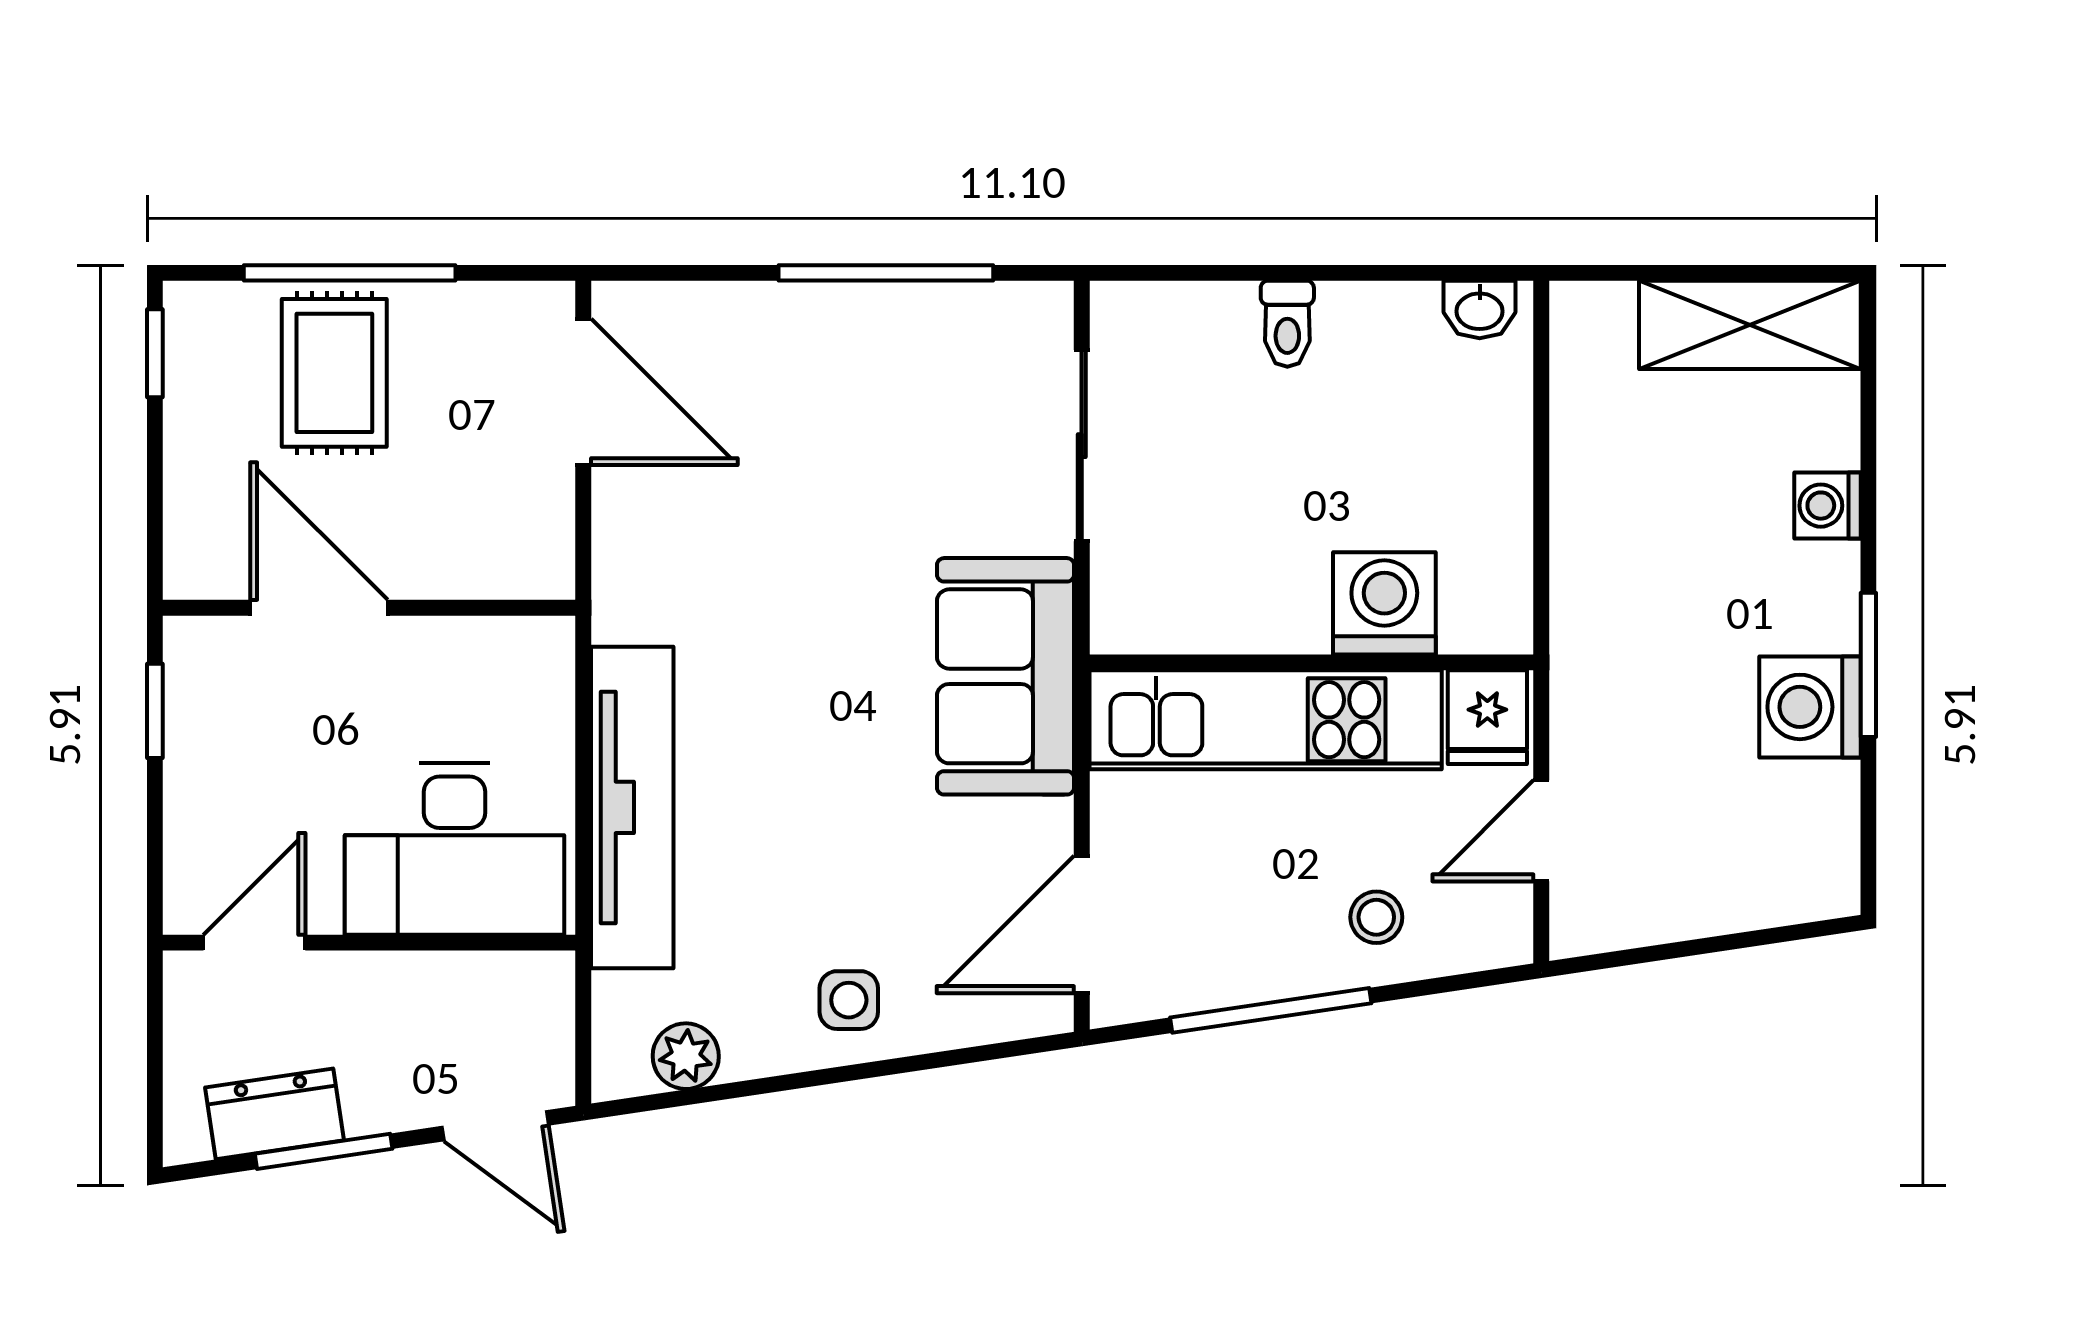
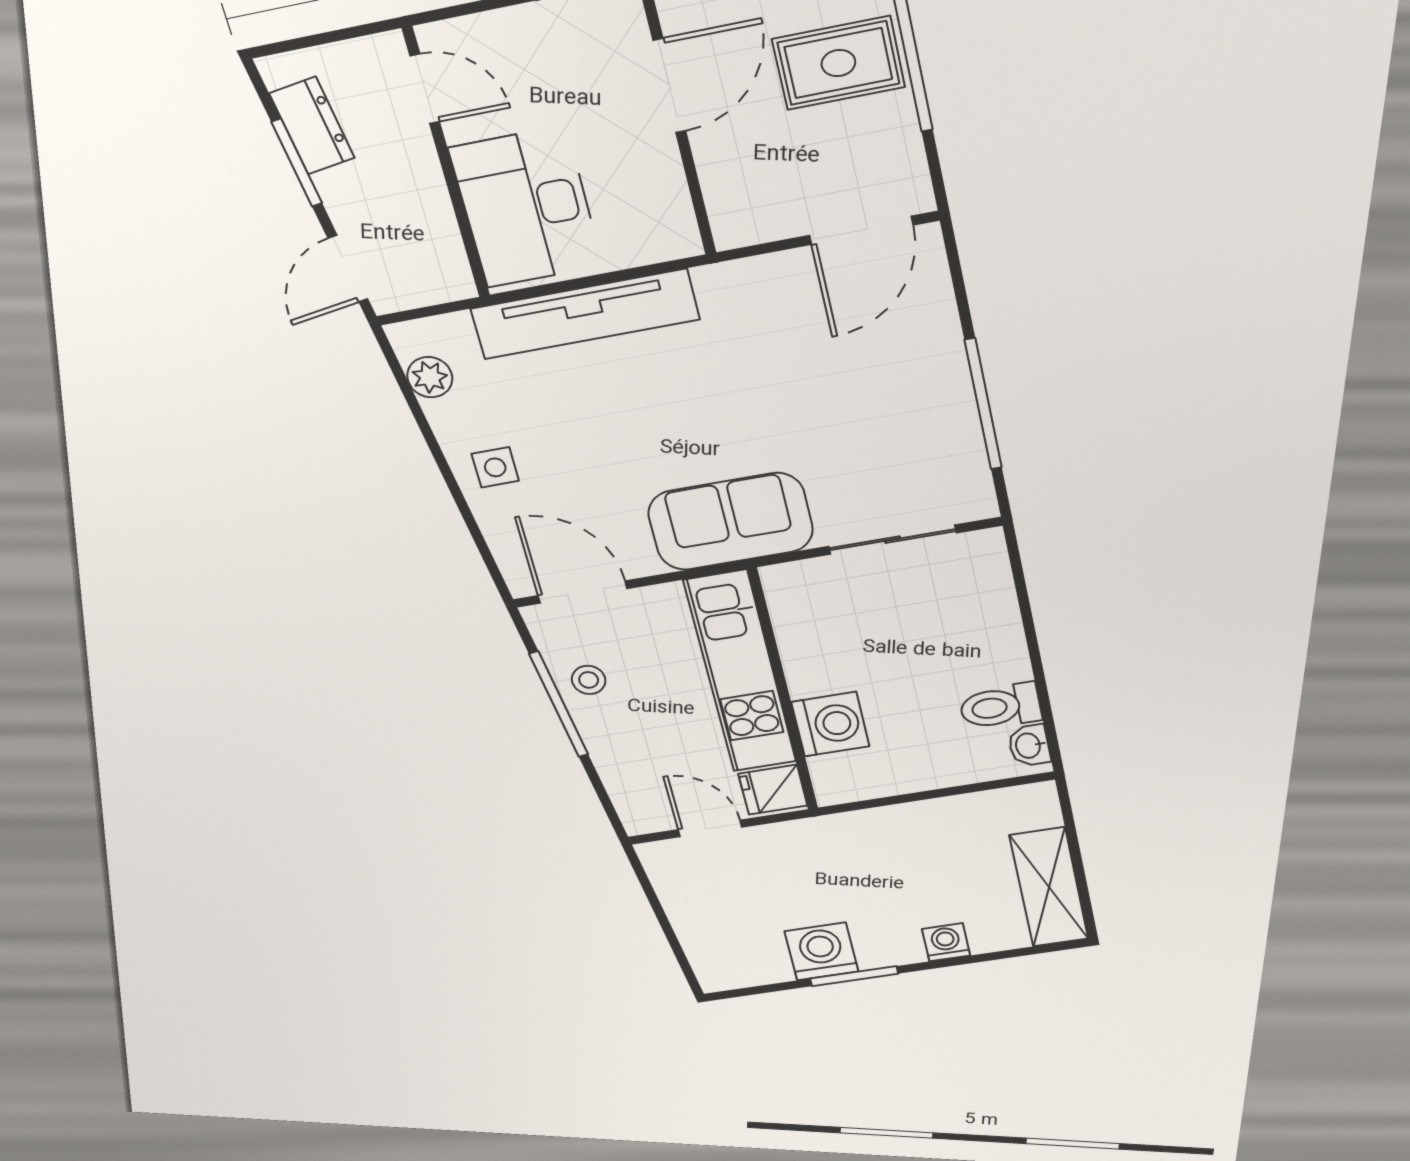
toilet: (1287, 324) -> (1000, 707), moved, width x1.37, depth x1.39
stool: (1376, 917) -> (589, 680), moved

